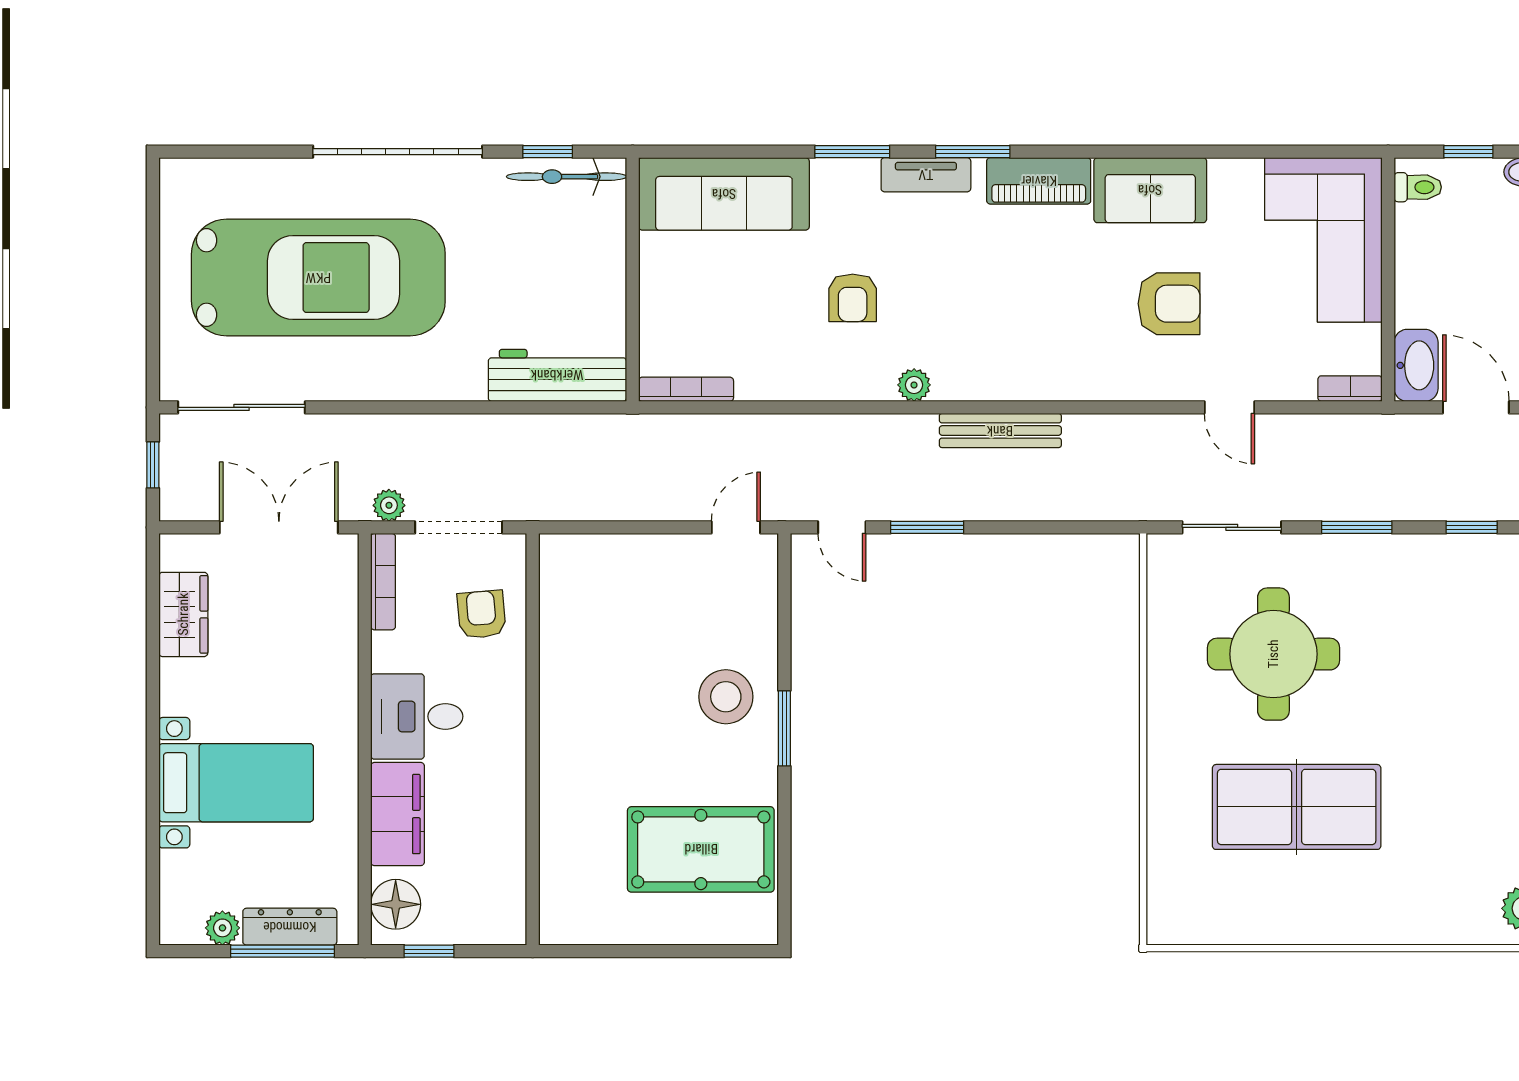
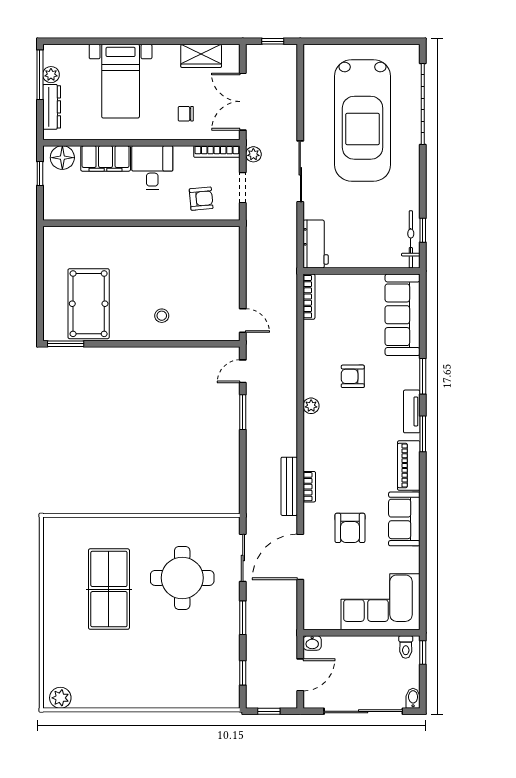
garage door: (398, 152) -> (423, 104), moved
window: (1468, 152) -> (423, 652), moved
washbasin: (1416, 365) -> (312, 643), width x0.52, depth x0.69
workbench: (557, 375) -> (316, 244), width x0.73
bookcase: (1350, 389) -> (309, 487), moved
sliding door: (242, 407) -> (300, 171), moved
door: (1229, 407) -> (300, 557), width x1.88
bench: (1000, 431) -> (289, 486), moved
double door: (279, 527) -> (243, 102), swing flipped
doorway: (459, 527) -> (243, 188), width x0.73
chair: (304, 647) -> (186, 114), added
stool: (726, 697) -> (162, 316), width x0.53, depth x0.53
window: (784, 728) -> (66, 344), moved
window: (282, 951) -> (40, 75), moved

